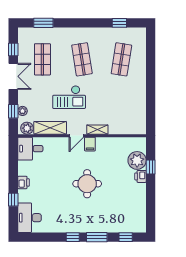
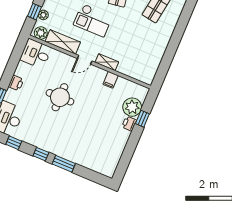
filing cabinet: (90, 144) -> (111, 80), moved
round table: (87, 184) -> (60, 97), moved
window: (126, 237) -> (14, 143), moved

